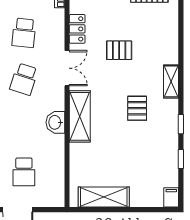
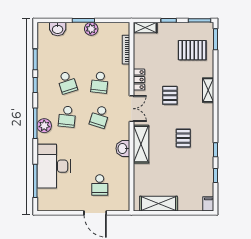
pallet: (119, 50) -> (170, 95), turned 90
shelving: (171, 81) -> (208, 90), moved

